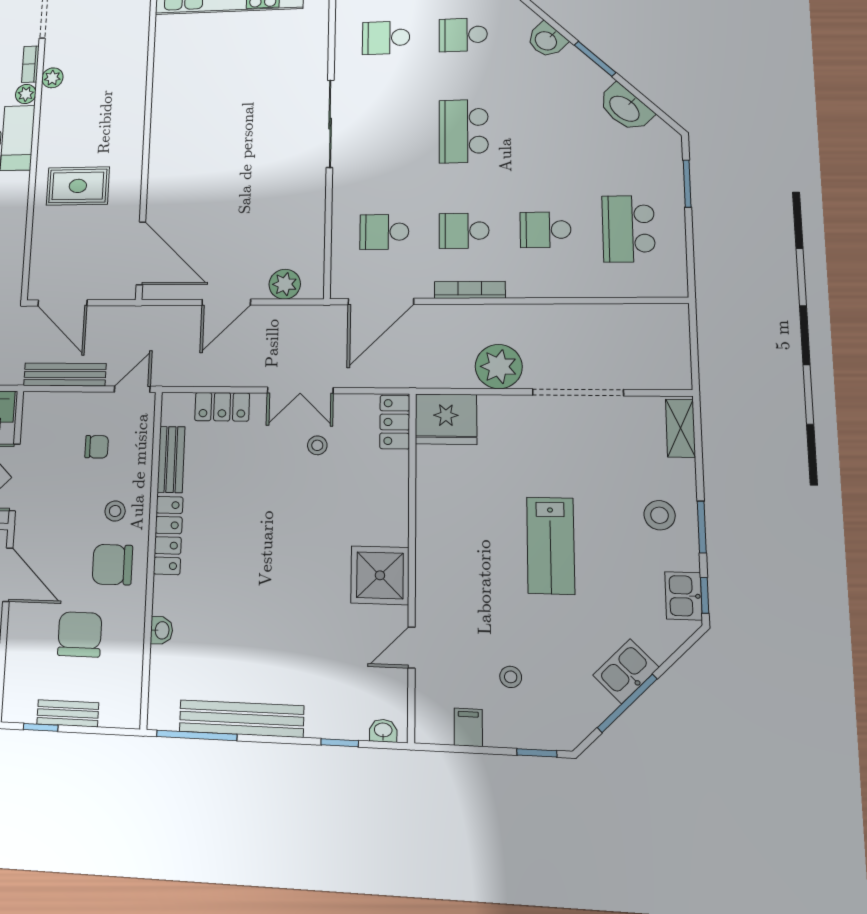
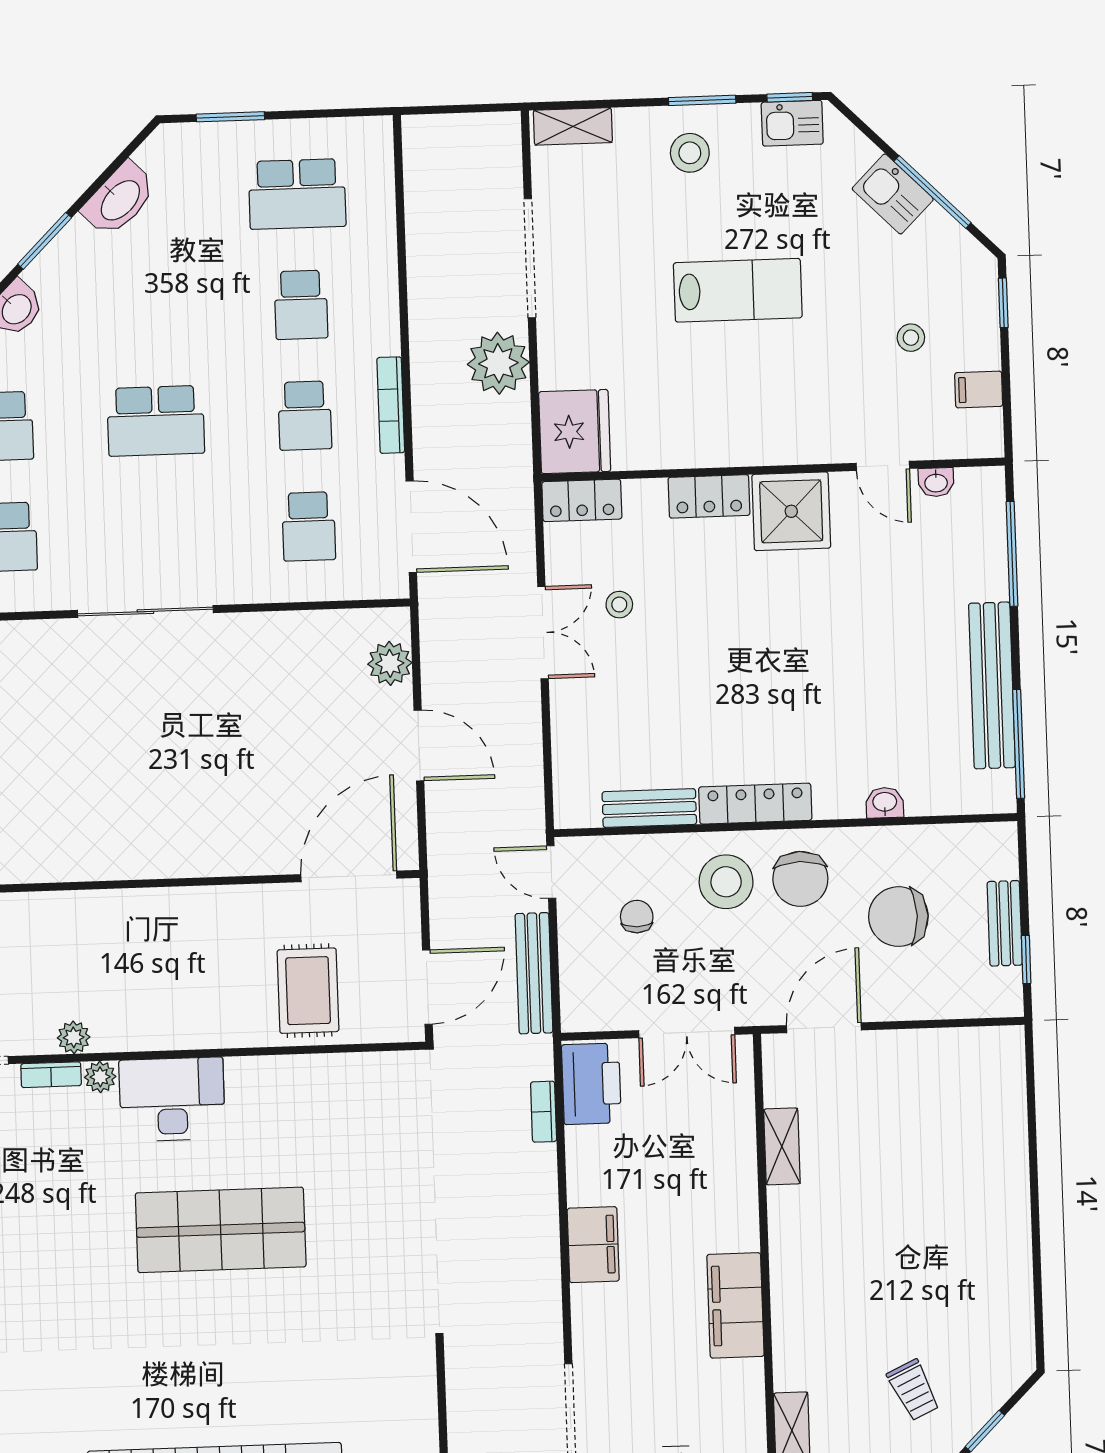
rug: (78, 186) -> (308, 991), moved
locker: (222, 407) -> (709, 496), moved, turned 90
stool: (115, 511) -> (726, 882), width x1.89, depth x1.89
washbasin: (383, 731) -> (936, 482), moved, turned -90
window: (340, 743) -> (1012, 554), width x2.17

